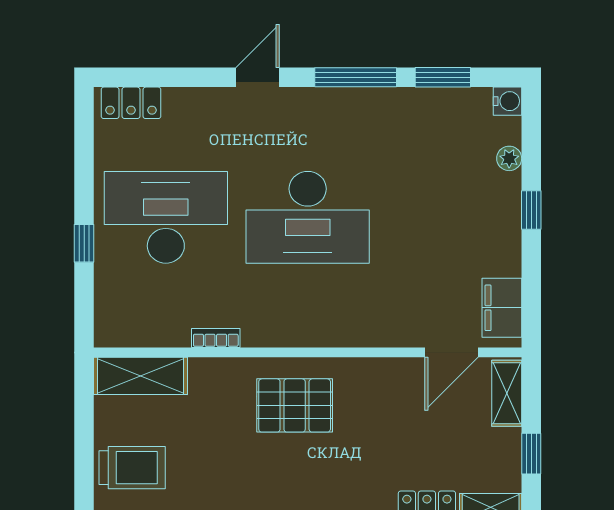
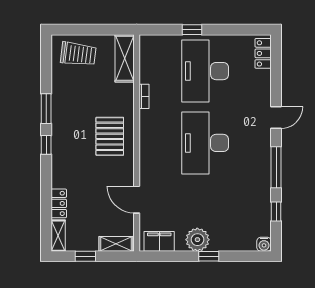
door: (258, 77) -> (276, 118), hinge flipped
window: (443, 77) -> (276, 211), width x0.67
plant: (509, 158) -> (197, 240), moved, width x1.88, depth x1.88
desk: (166, 217) -> (205, 71), turned 180
door: (451, 352) -> (137, 200), moved
trolley: (132, 468) -> (78, 54), turned -83

